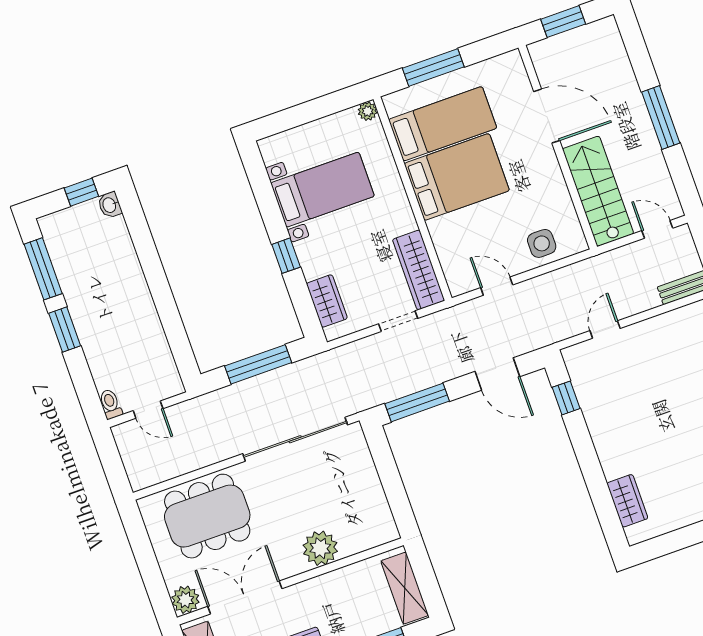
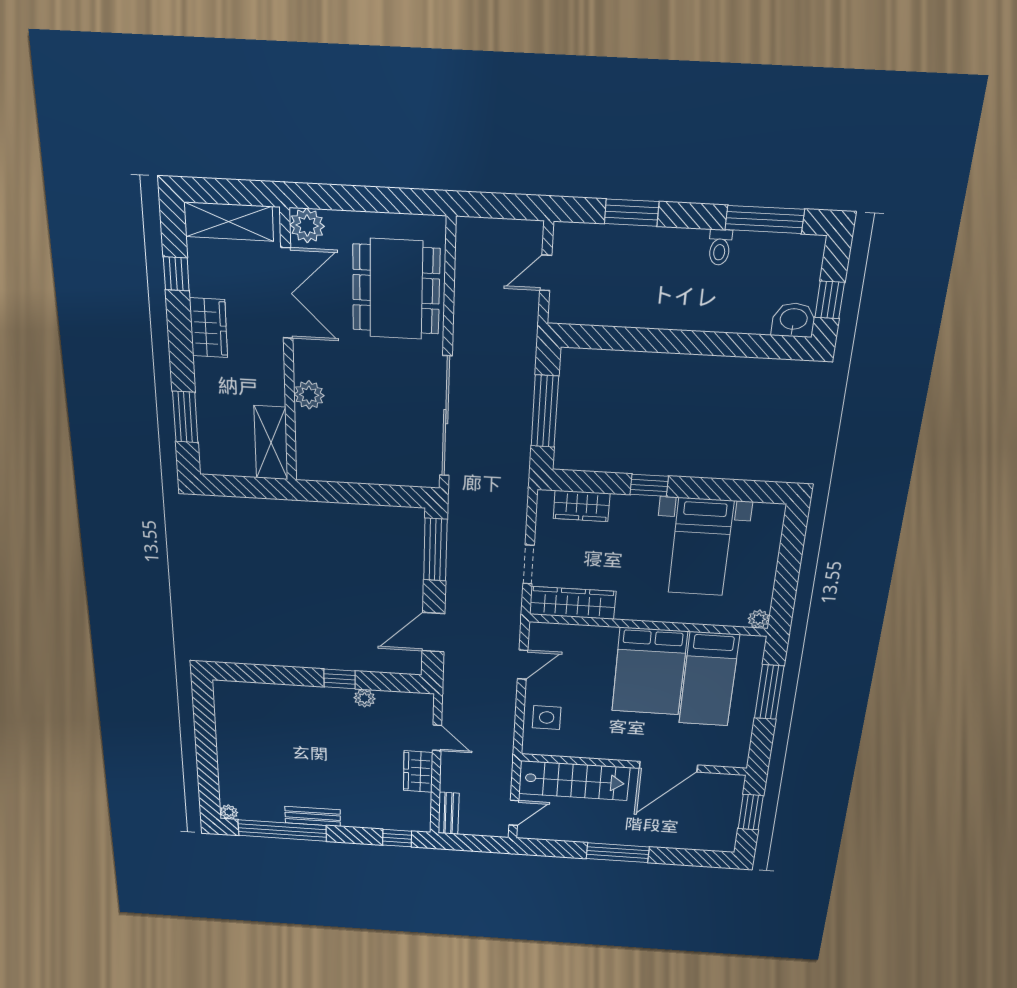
washbasin: (110, 205) -> (794, 320), width x1.38, depth x1.45
window: (65, 329) -> (632, 213), moved
window: (566, 398) -> (340, 679), moved
toilet: (110, 404) -> (720, 247), moved, turned 90
plant: (591, 408) -> (365, 698), added
wardrobe: (627, 501) -> (418, 772), moved, turned 90
plant: (320, 548) -> (309, 395), width x0.73, depth x0.73
shelving: (405, 588) -> (271, 443), moved, turned 90

